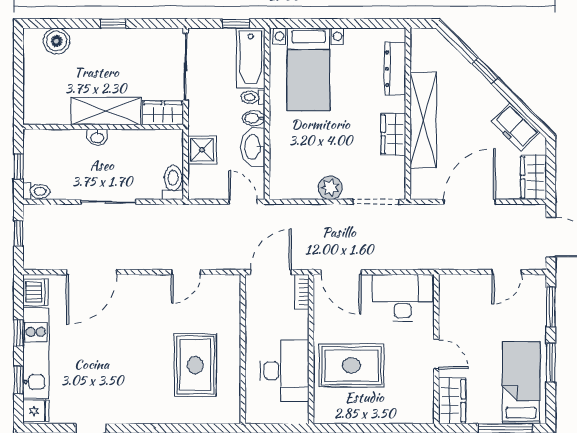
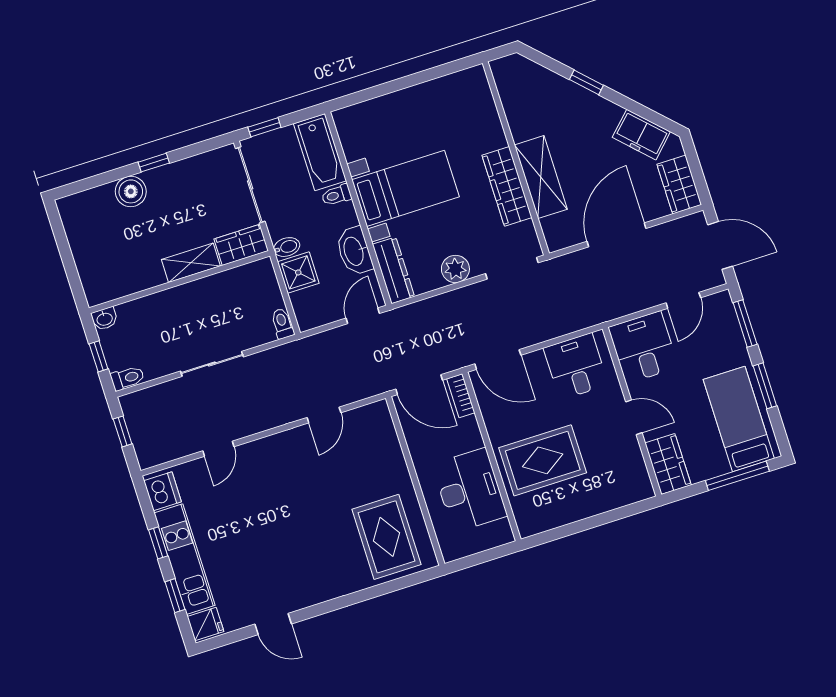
window: (236, 24) -> (264, 127), moved
boiler: (56, 41) -> (131, 191), moved
bed with nightstands: (308, 69) -> (405, 188), moved, turned -90
dresser: (395, 69) -> (393, 270), moved, turned 180
shelving: (106, 111) -> (191, 263), width x0.67, depth x0.75
bidet: (254, 118) -> (287, 247), moved, turned 180
shelving: (423, 120) -> (541, 177), width x0.68
wardrobe: (393, 134) -> (507, 186), width x1.50
washbasin: (97, 137) -> (104, 319), moved
toilet: (173, 182) -> (282, 324), width x0.73, depth x0.72
door: (243, 202) -> (363, 316), hinge flipped
door: (92, 272) -> (218, 449), width x0.53
door: (271, 272) -> (419, 385), swing flipped
desk: (403, 298) -> (576, 366), width x0.73
desk: (462, 300) -> (643, 347), added
rug: (195, 365) -> (386, 537), moved

